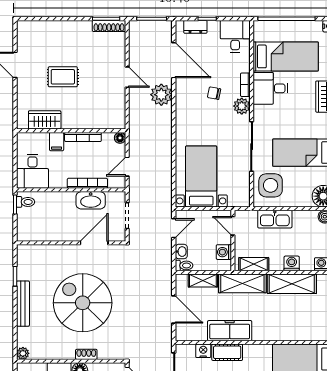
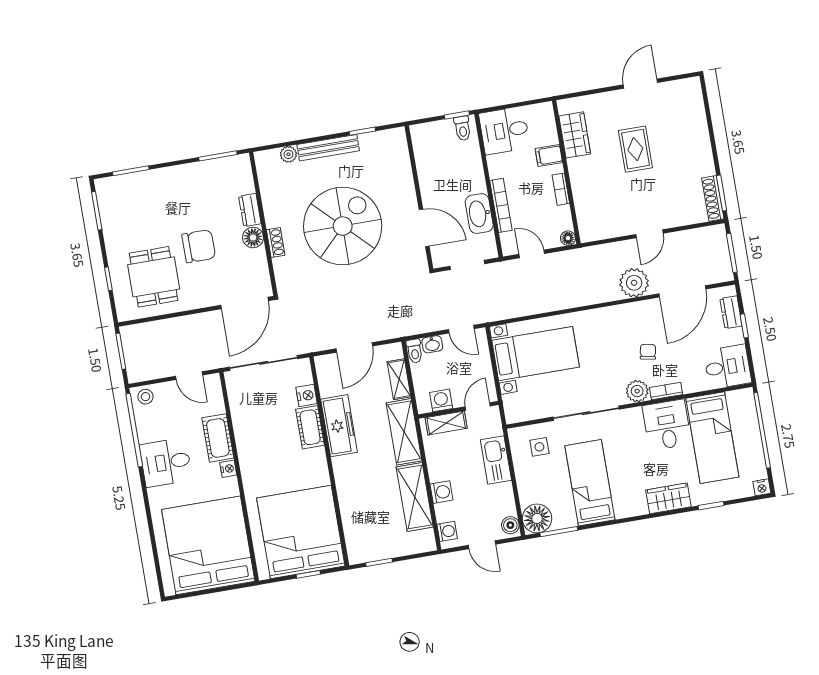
bookcase: (83, 137) -> (561, 189), width x0.64
side table: (271, 185) -> (539, 447), width x0.54, depth x0.54
shelving: (254, 264) -> (446, 423), moved, turned 90
plant: (23, 353) -> (288, 154), moved

